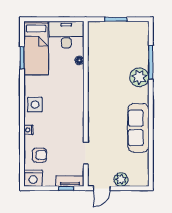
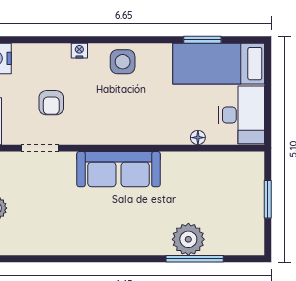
plant: (139, 77) -> (188, 239), moved
sofa: (138, 128) -> (119, 169), moved, turned 180
armchair: (39, 155) -> (51, 103), moved

